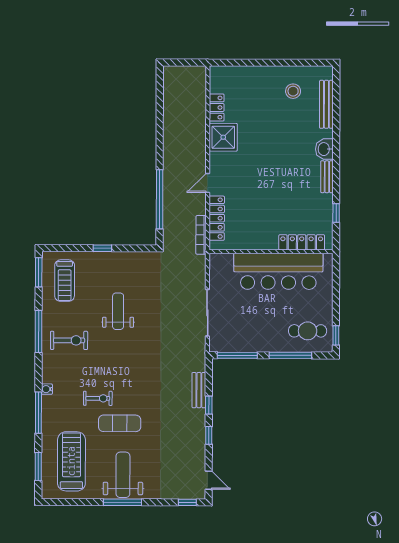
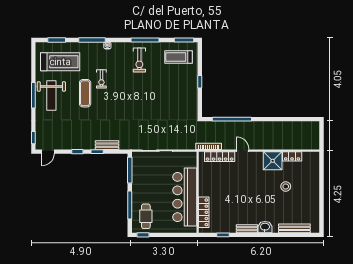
stool: (293, 91) -> (286, 186), moved
weight bench: (118, 311) -> (158, 92), removed
weight bench: (123, 475) -> (51, 95), turned 90

